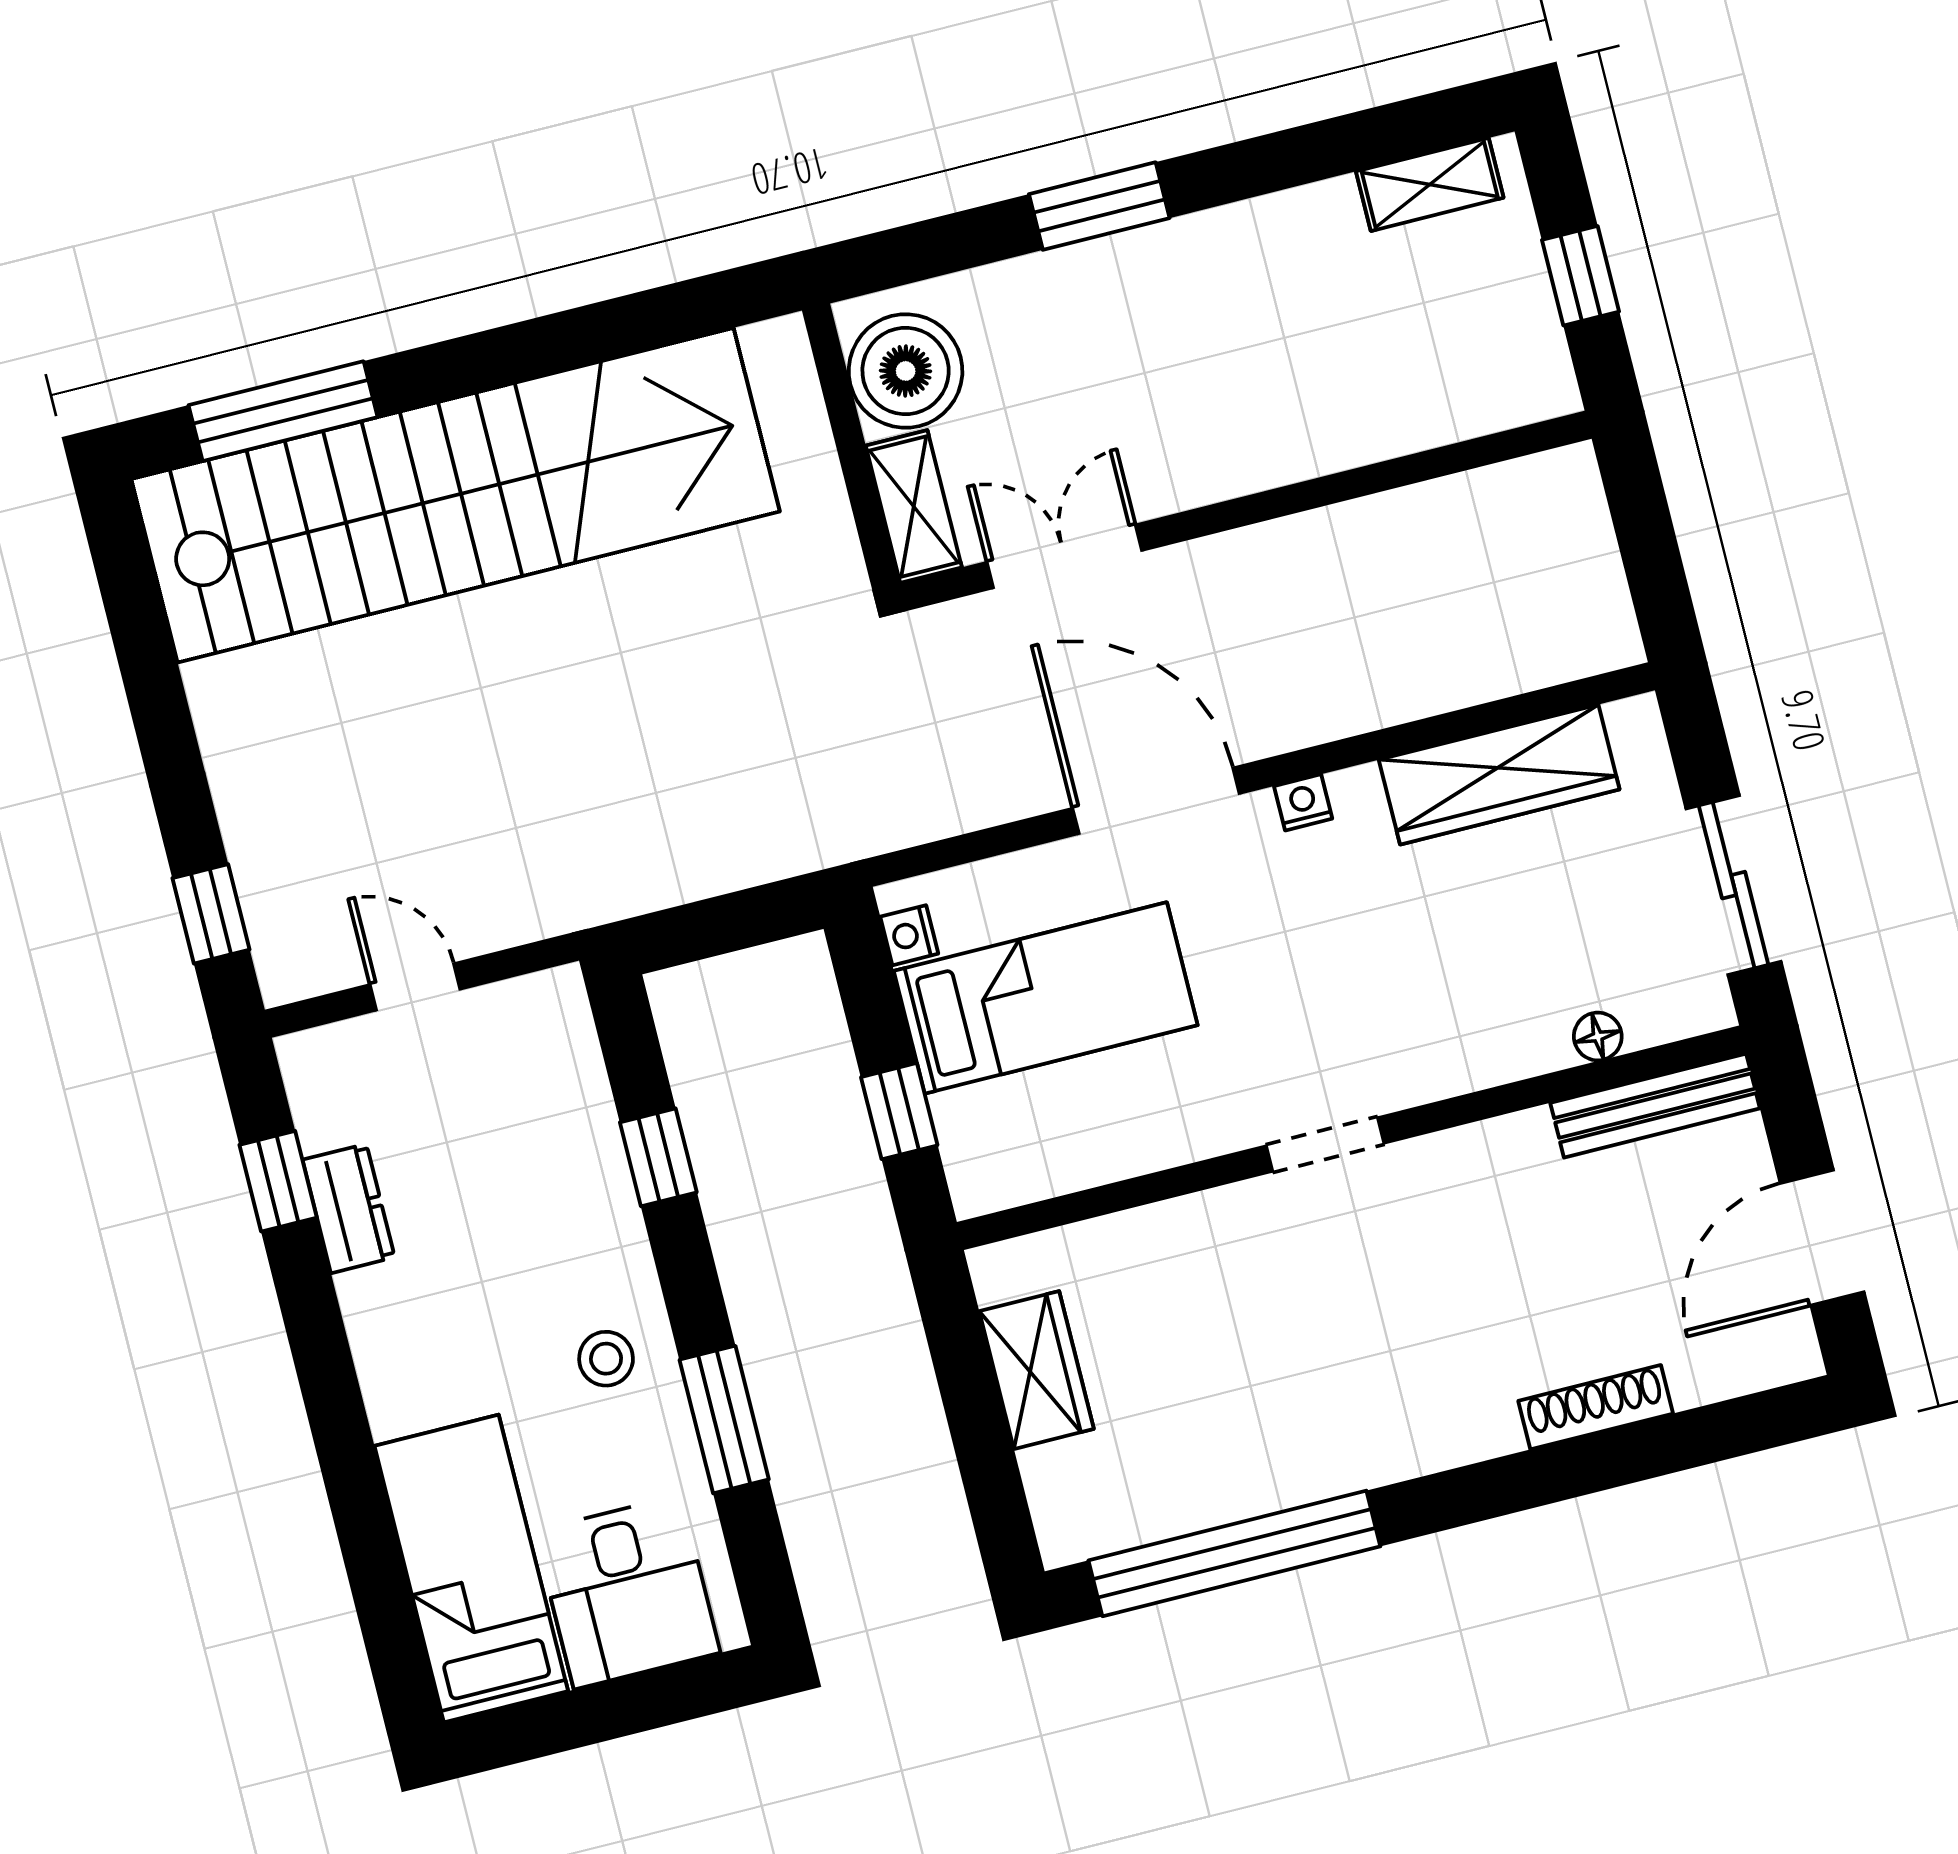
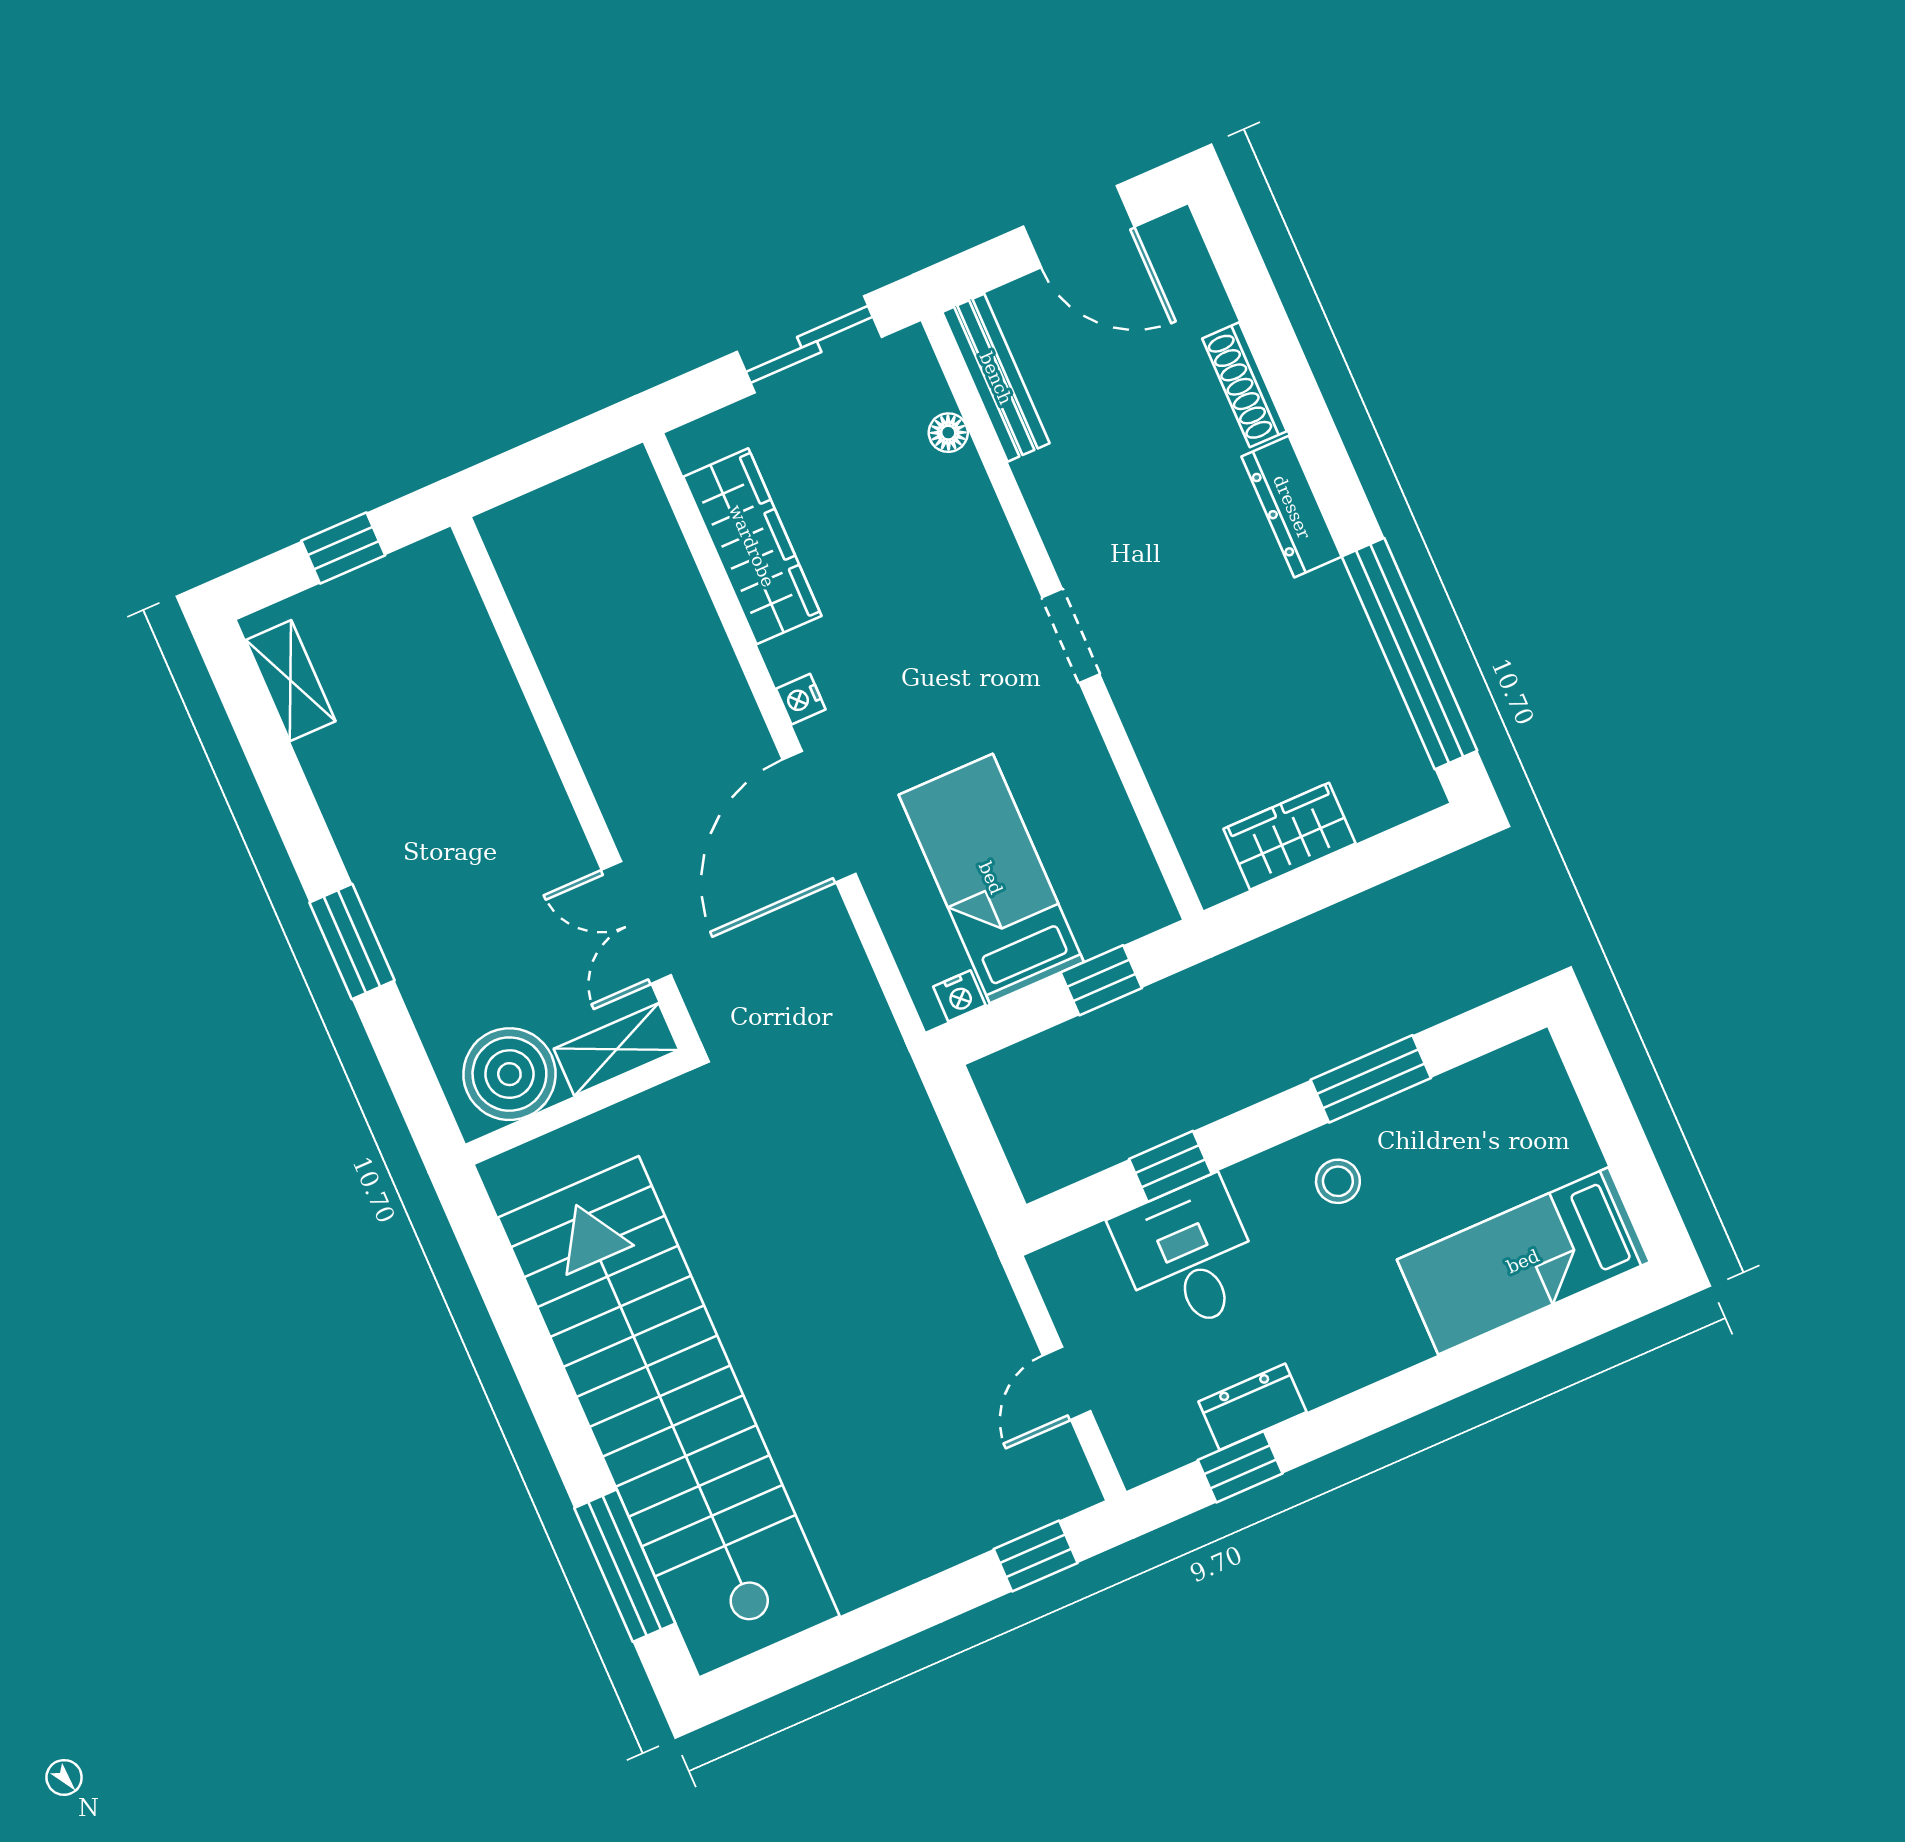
dresser: (1438, 1440) -> (1292, 507), added
desk: (627, 1592) -> (1188, 1256), moved, turned -90

